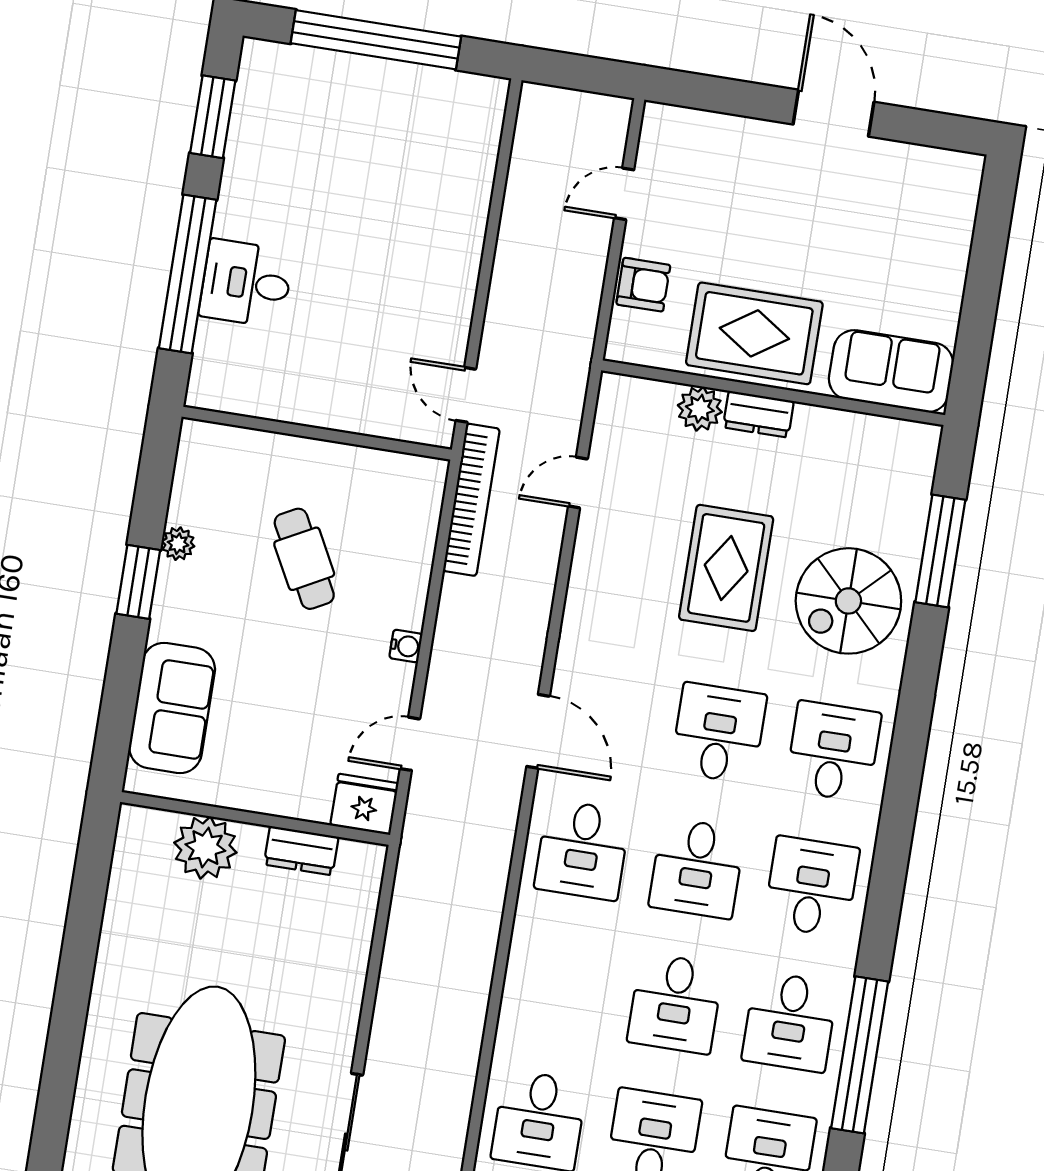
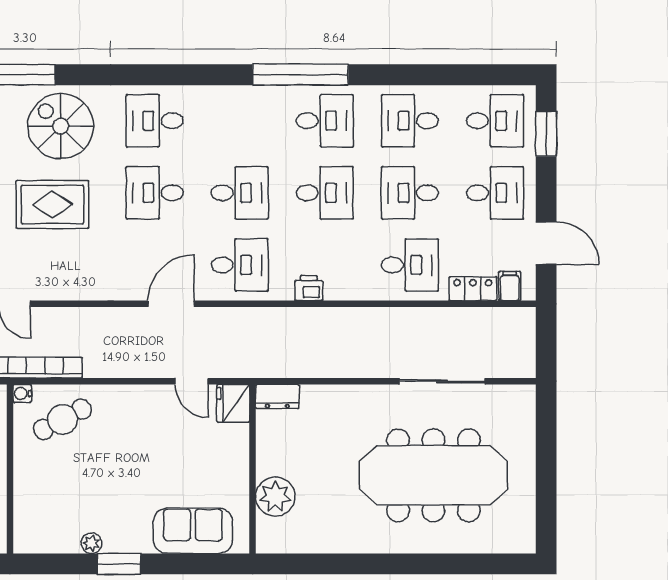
cafe table: (304, 559) -> (62, 419), moved
spiral stairs: (848, 601) -> (61, 126), turned 180
water cooler: (406, 646) -> (22, 393), moved, turned -90
dresser: (301, 851) -> (277, 397), moved, turned 90
desk: (811, 887) -> (240, 121), removed
printer: (528, 954) -> (309, 288), added
window: (860, 1055) -> (300, 75), moved

